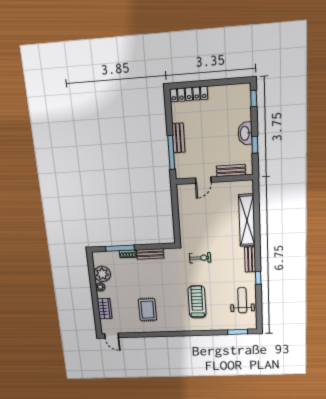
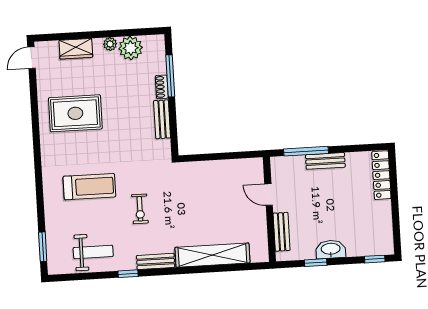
exercise bike: (200, 258) -> (140, 209), moved
rug: (147, 310) -> (75, 113), width x1.36, depth x1.43

